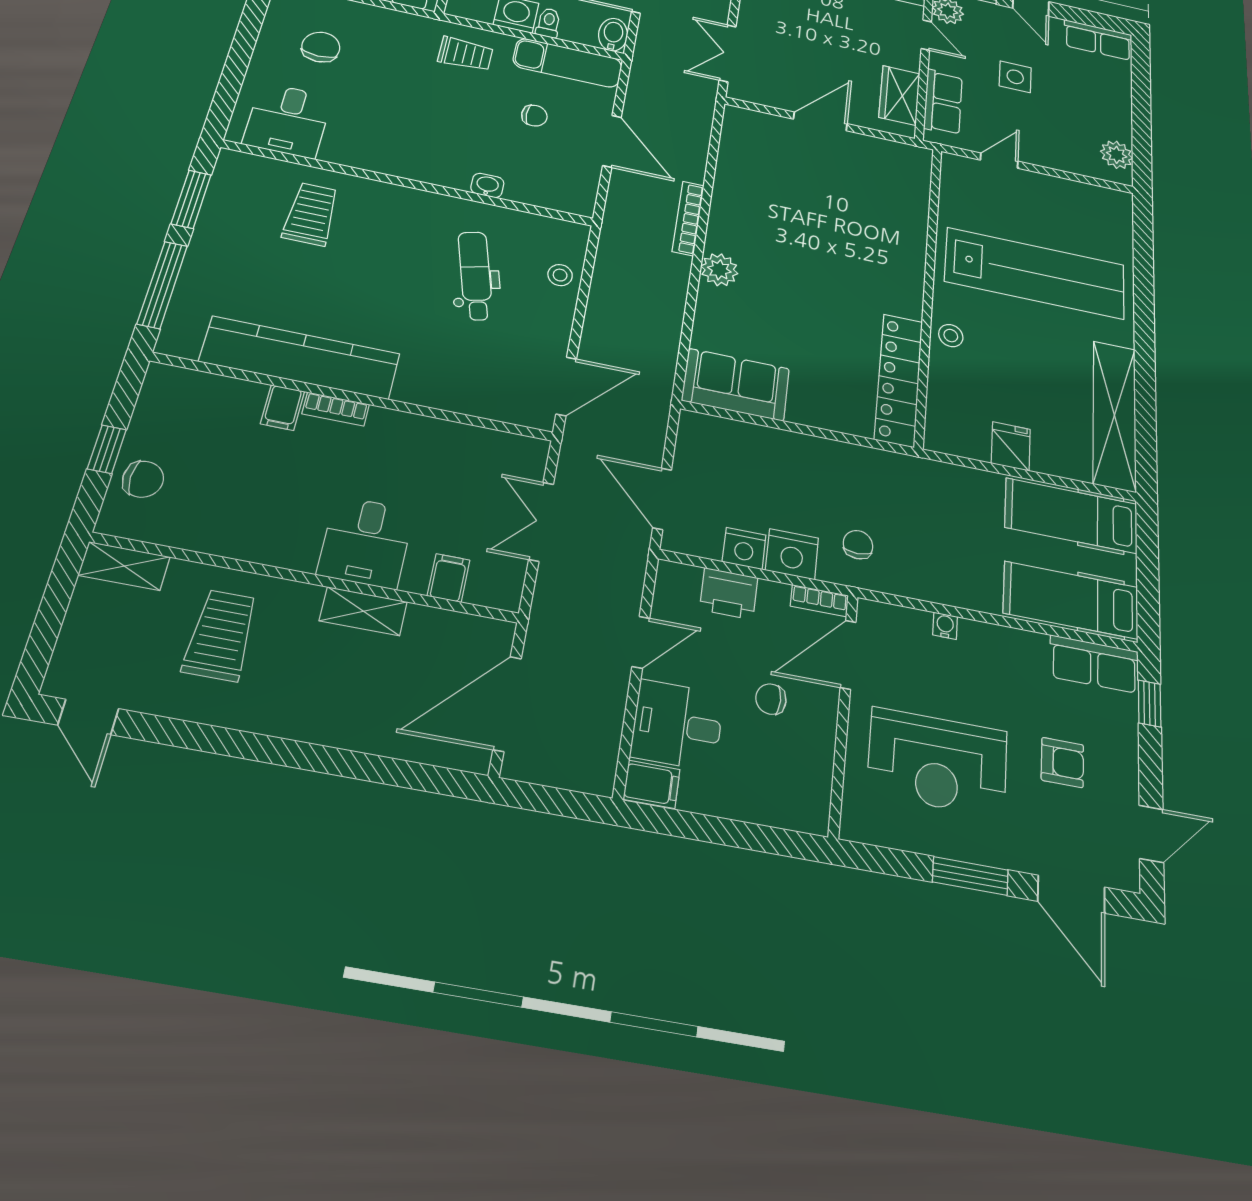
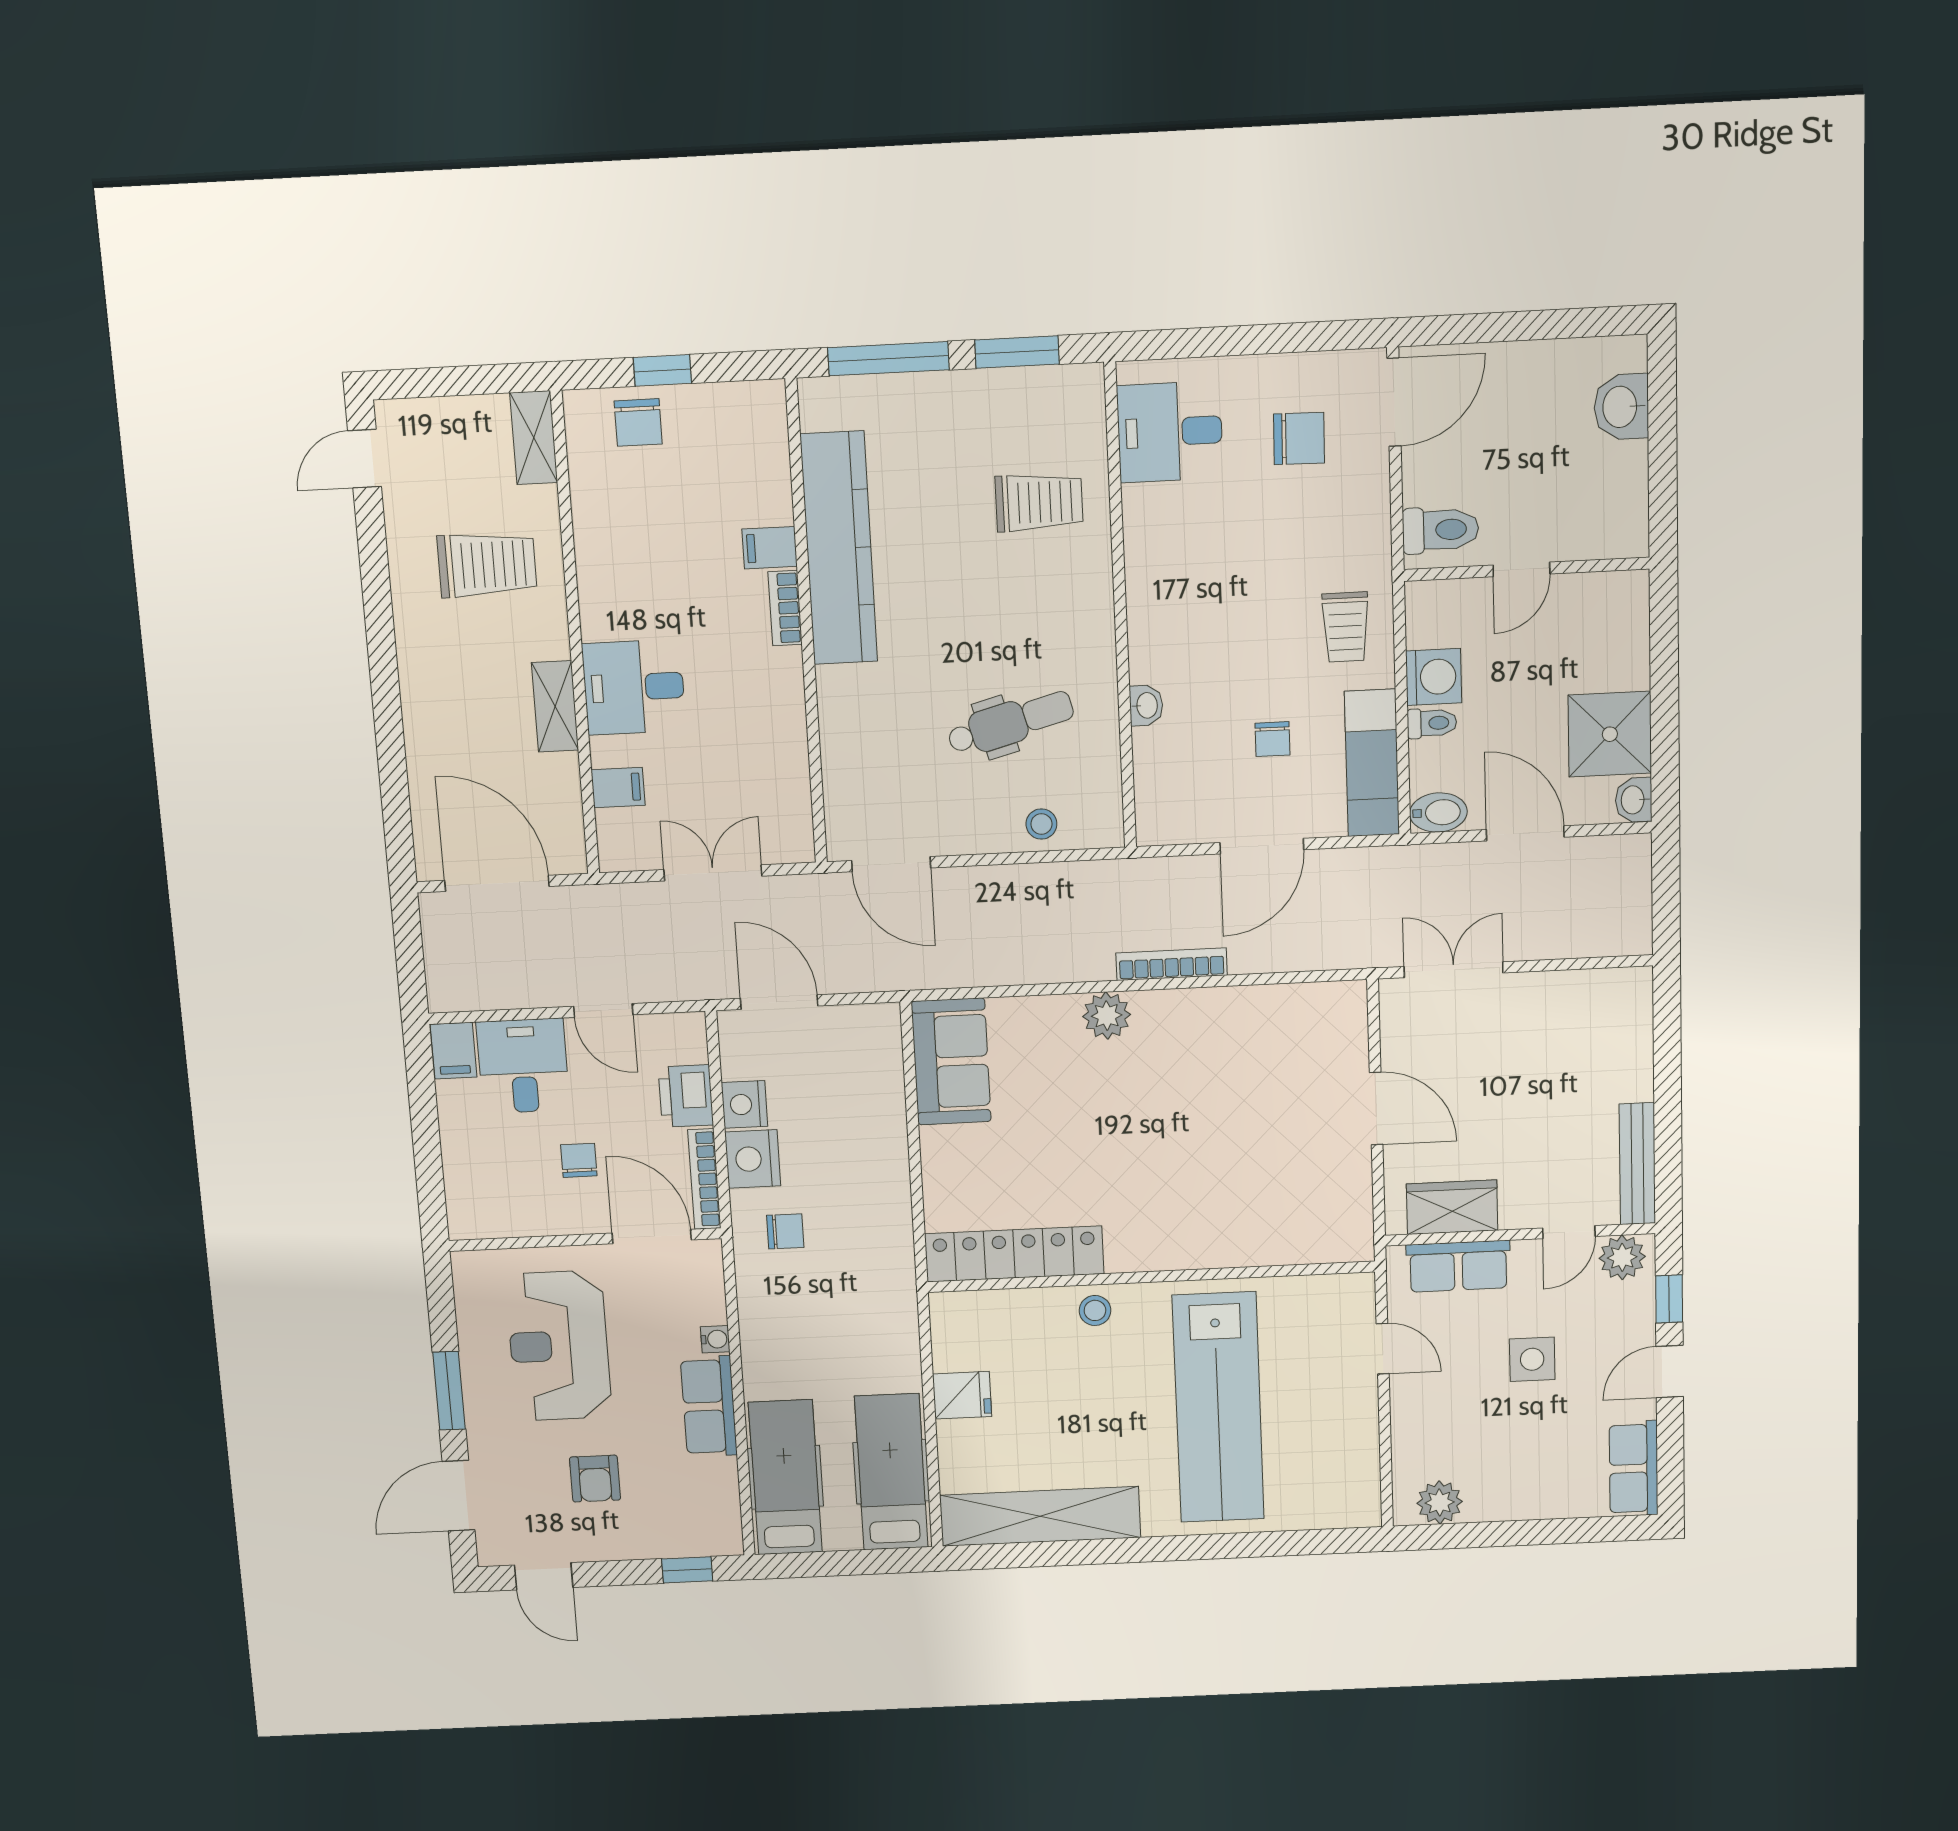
door: (662, 499) -> (779, 1002), hinge flipped
bookcase: (819, 601) -> (704, 1179), width x1.56
row of seats: (1094, 664) -> (709, 1406), moved

